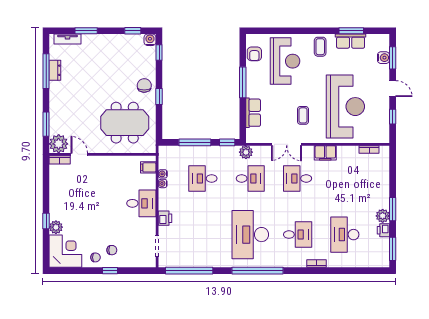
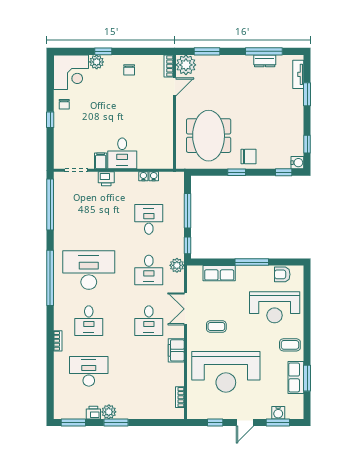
filing cabinet: (148, 167) -> (101, 161), moved
desk: (298, 178) -> (149, 321), turned 180
chair: (112, 250) -> (129, 70), moved

